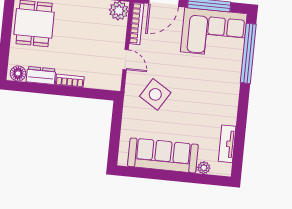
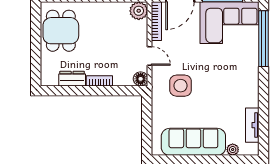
floor lamp: (18, 73) -> (141, 79), moved
side table: (155, 94) -> (181, 86), turned -32

